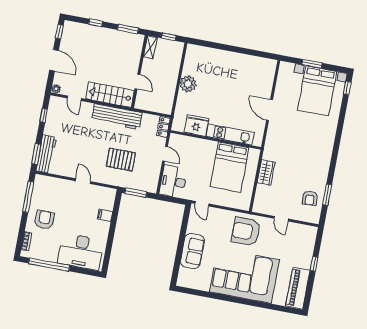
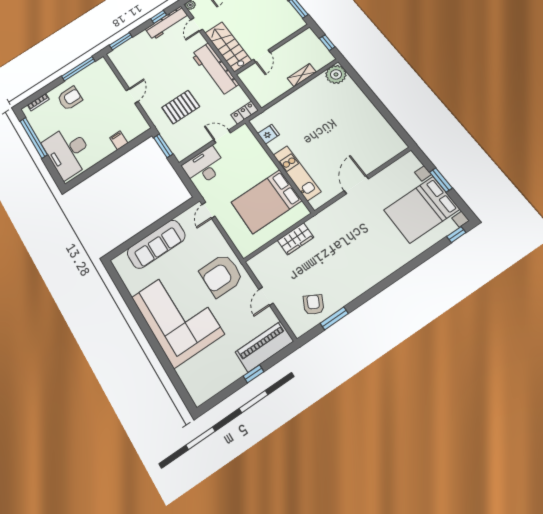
shelving: (150, 47) -> (302, 75), moved
plant: (188, 84) -> (336, 74), moved
fridge: (196, 126) -> (268, 134), width x0.53, depth x0.75
workbench: (46, 154) -> (167, 23), moved
door: (165, 154) -> (222, 136), swing flipped
pallet: (121, 160) -> (181, 107), turned 90
armchair: (310, 198) -> (314, 305), turned 123
armchair: (246, 232) -> (221, 275), turned -90
sofa: (192, 251) -> (156, 244), width x1.36
piano: (298, 288) -> (264, 347), moved

